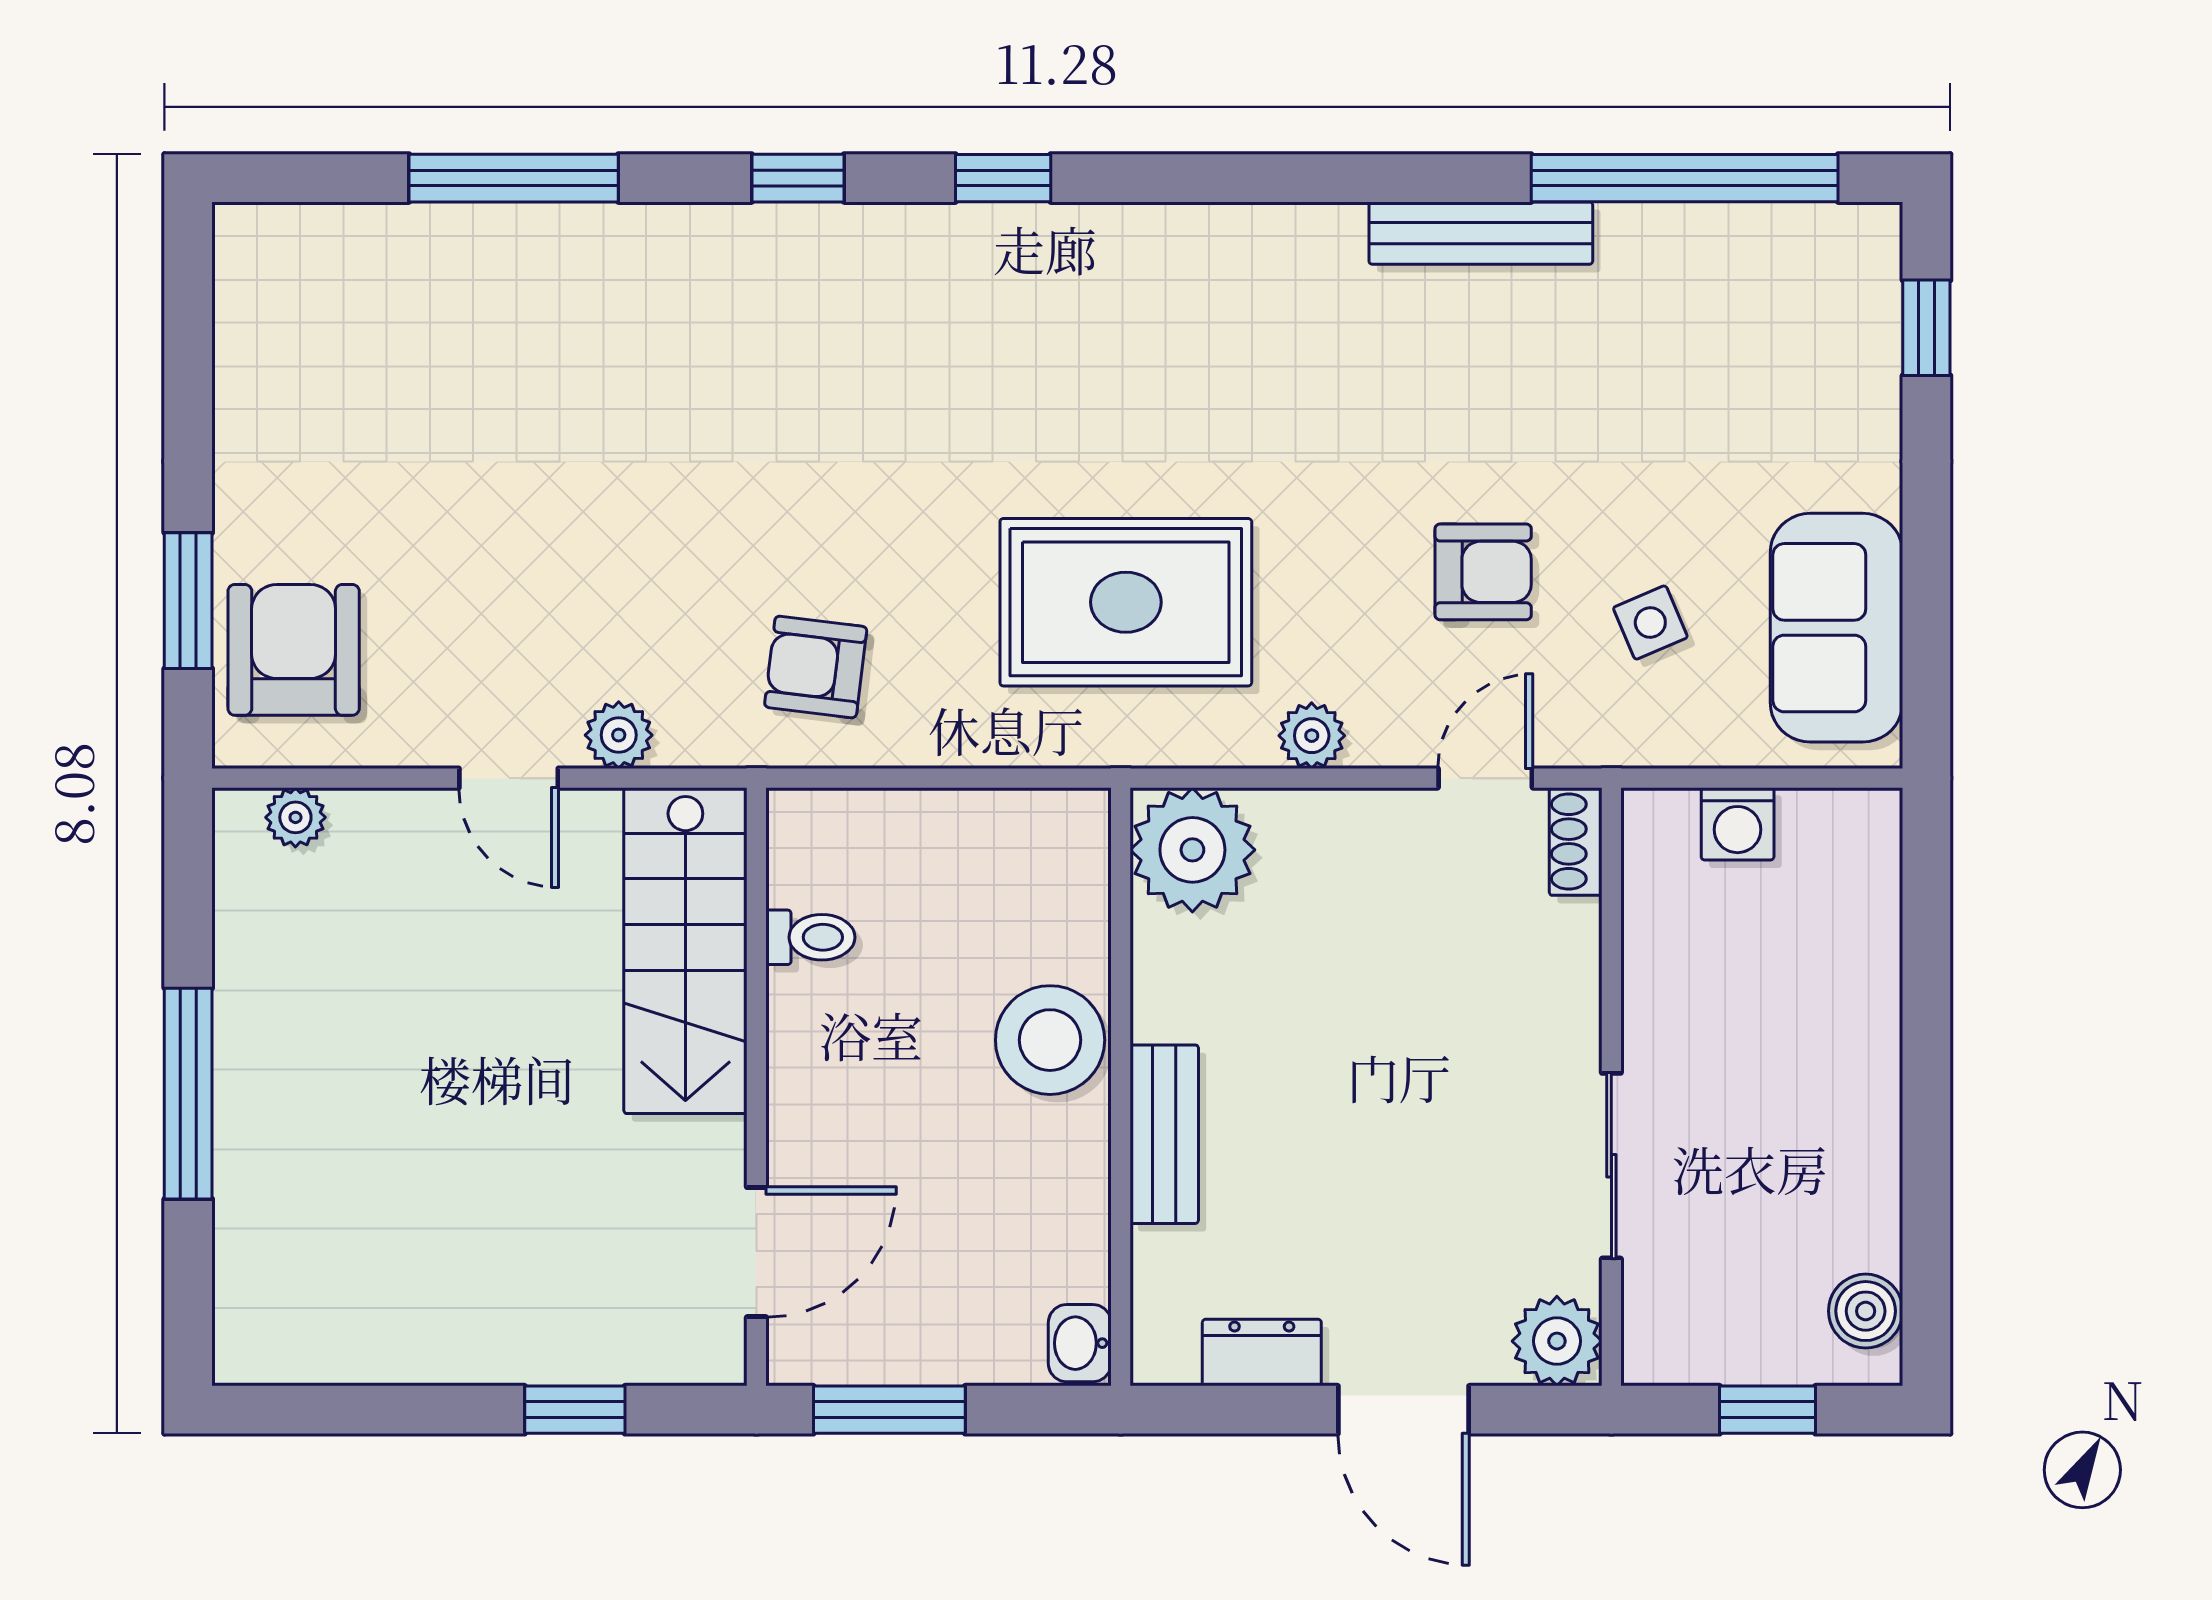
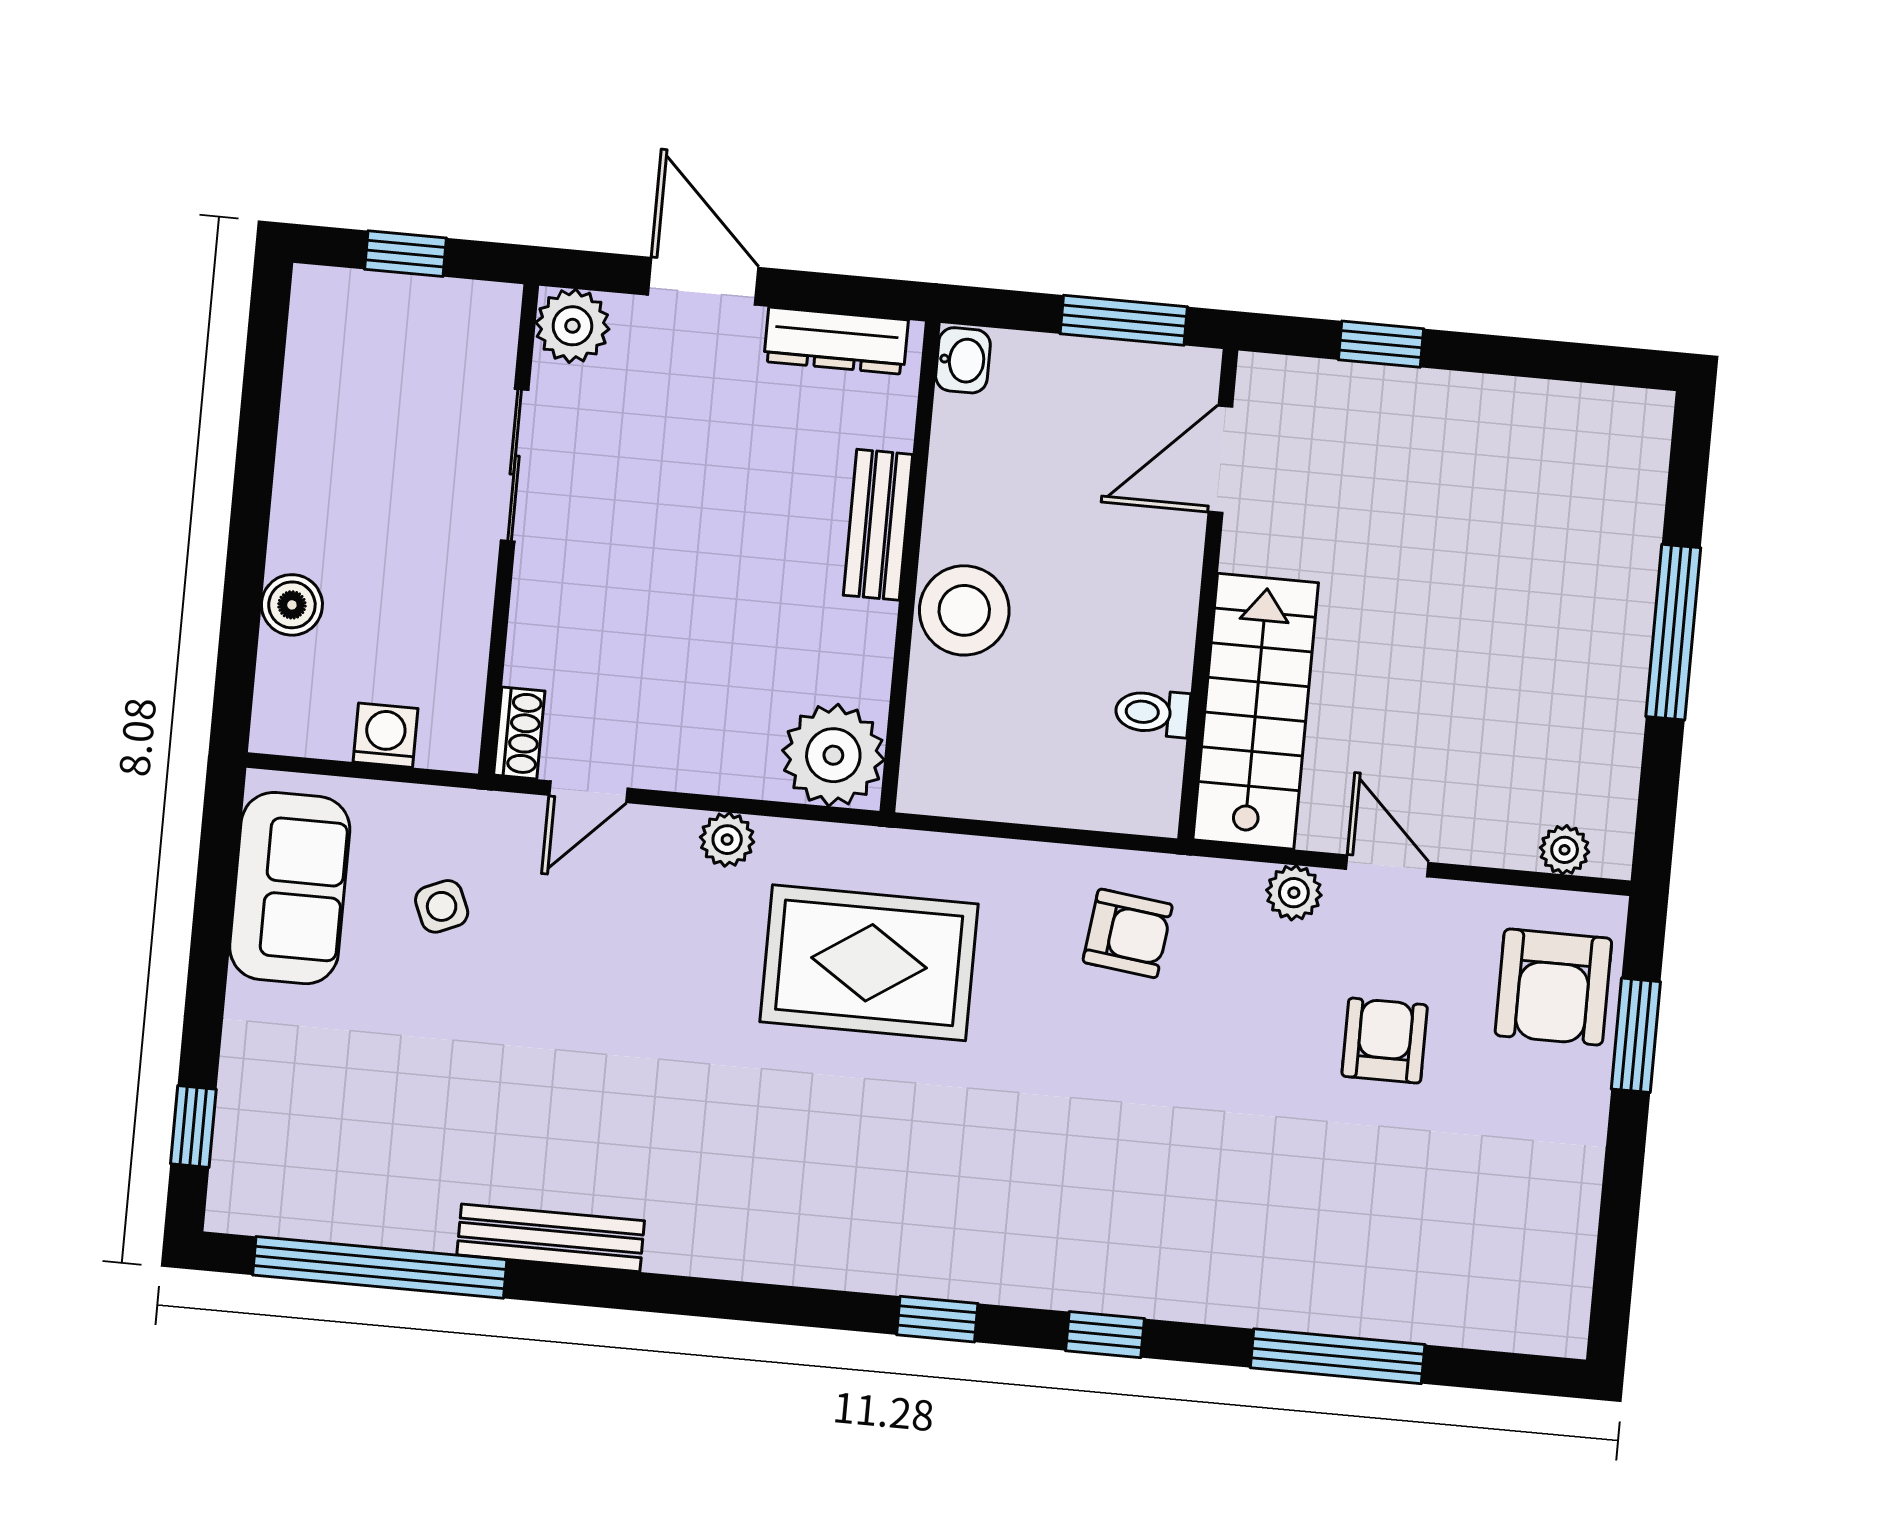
armchair: (1483, 572) -> (1385, 1041), moved, turned 90
boiler: (1866, 1311) -> (292, 605), moved
dresser: (1262, 1353) -> (836, 341), width x1.44

